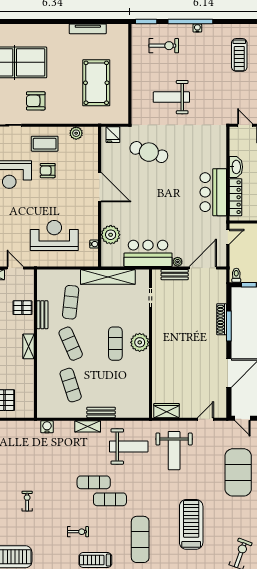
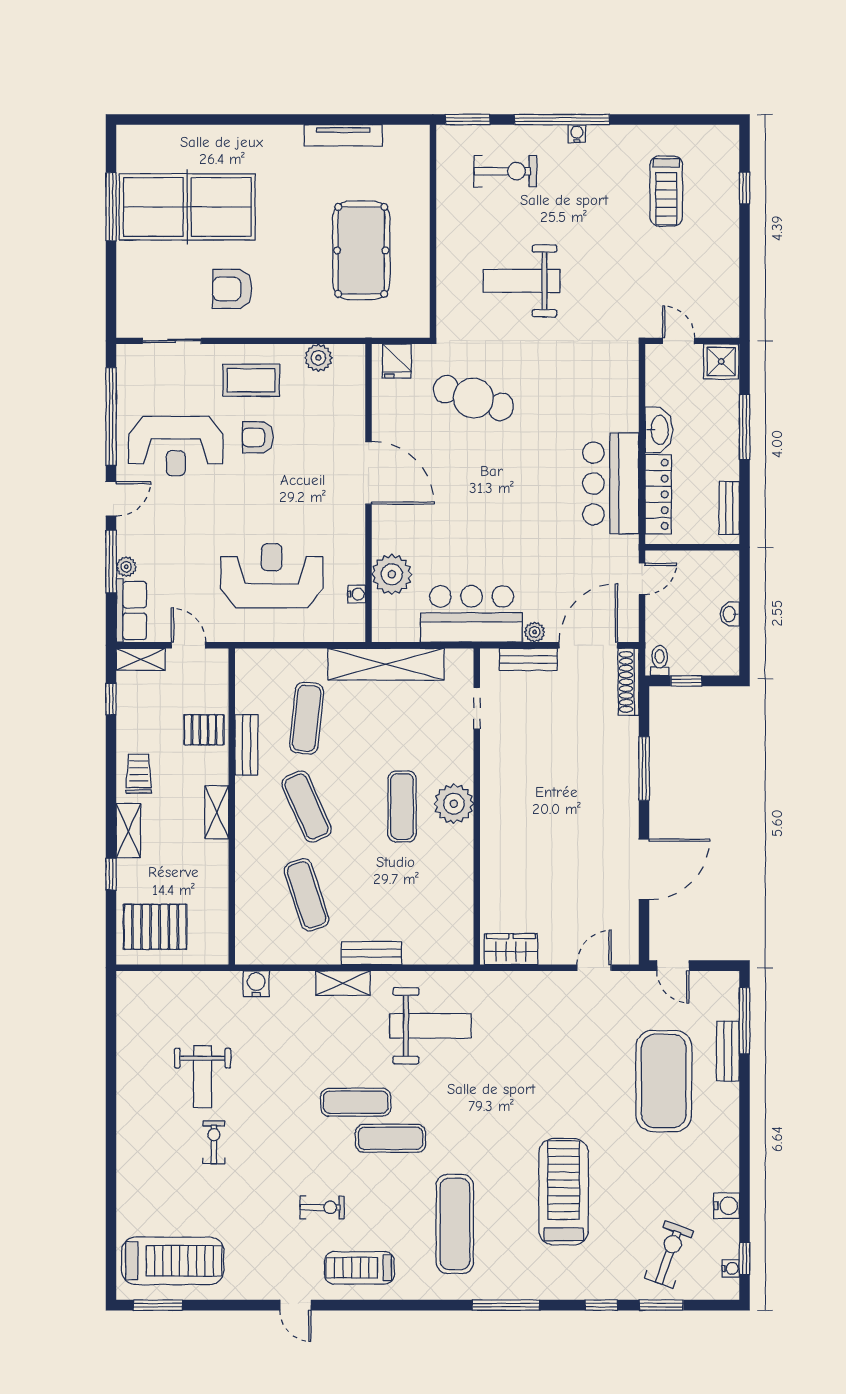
shoe rack: (222, 319) -> (628, 682), moved
weight bench: (174, 451) -> (203, 1077), moved, width x0.73, depth x0.75

